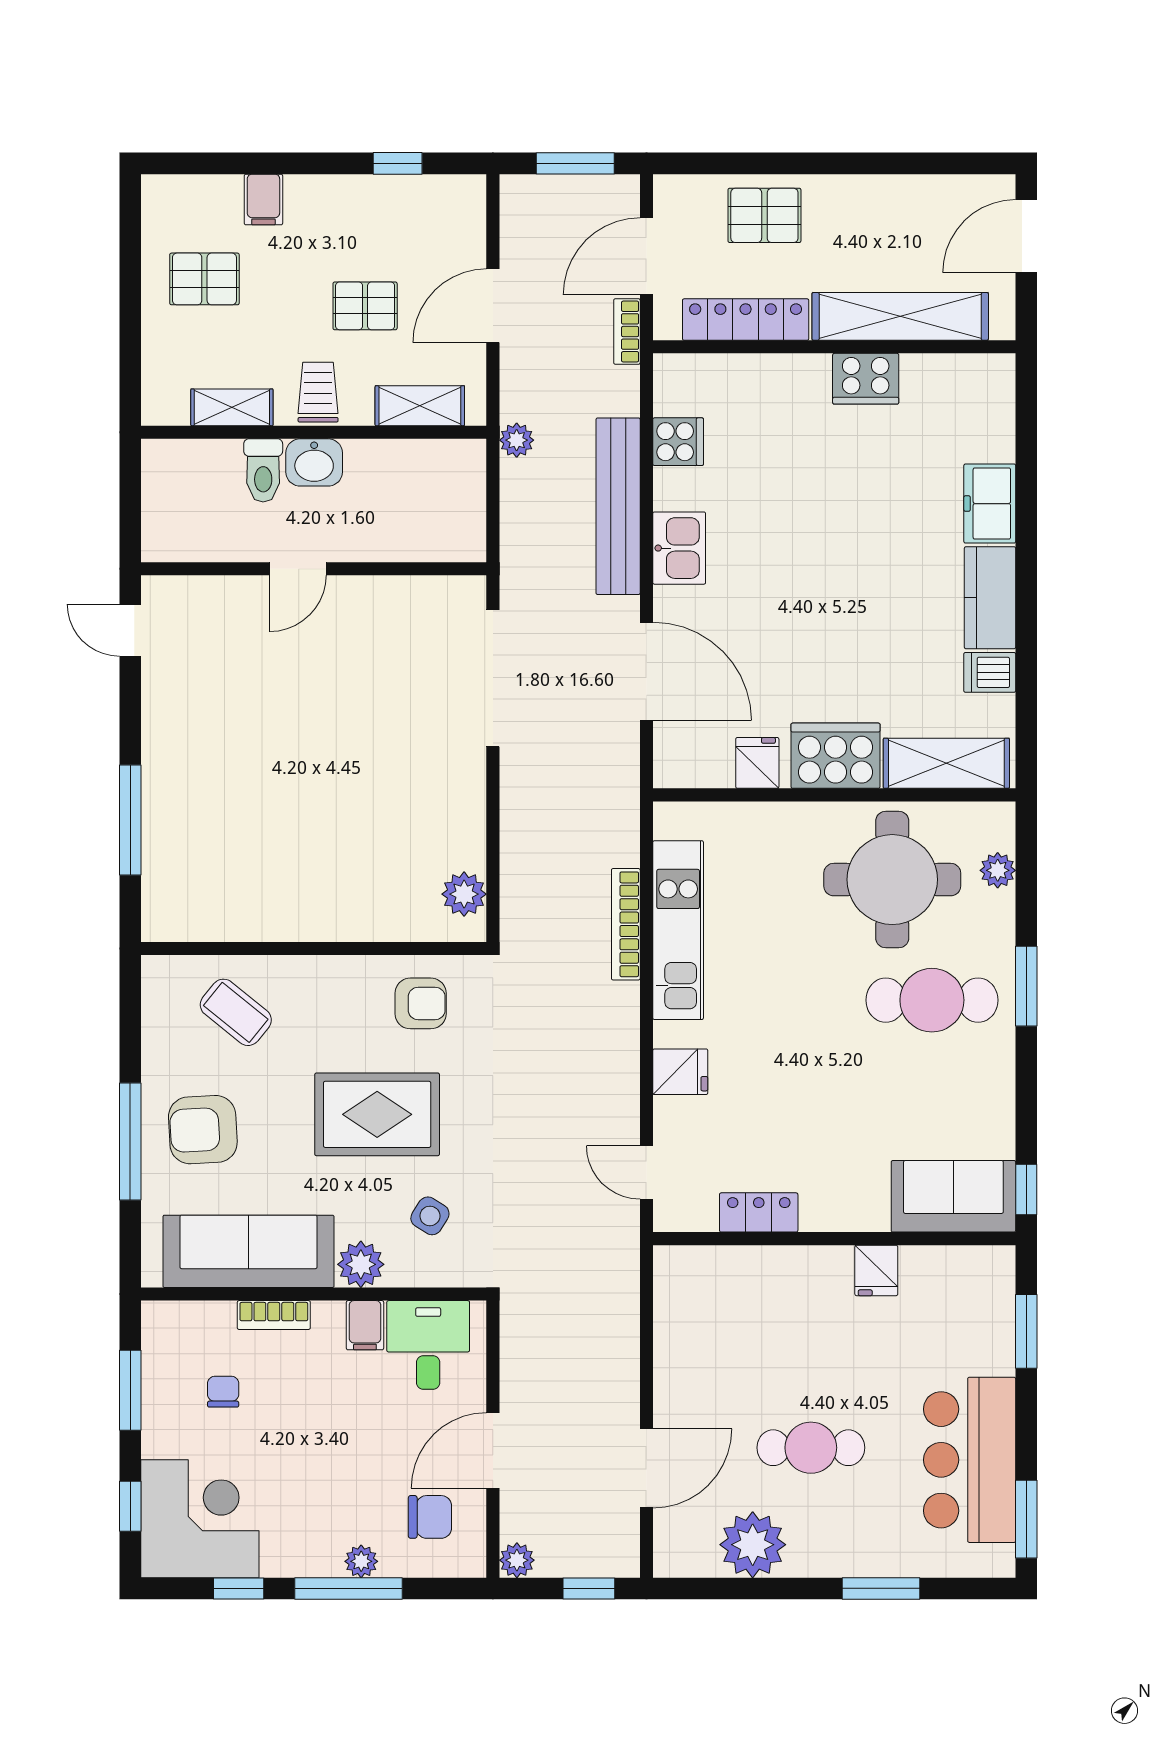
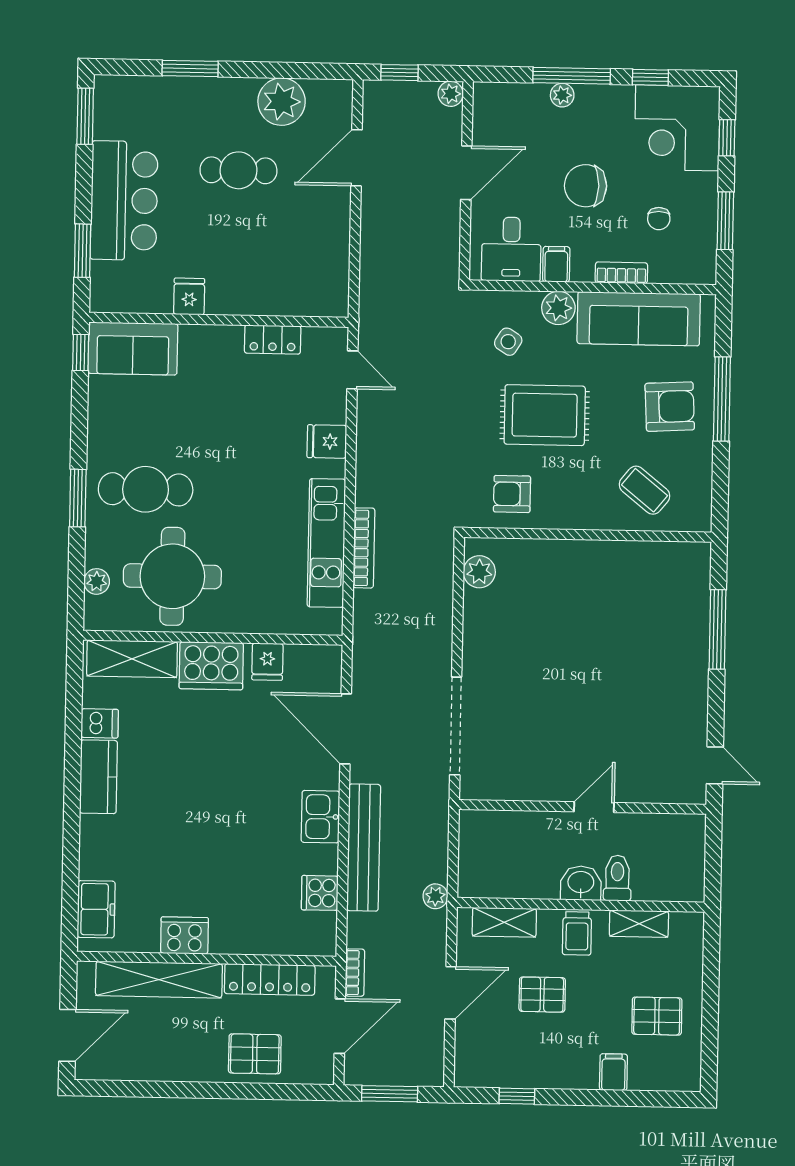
freezer: (990, 504) -> (96, 909), moved
bar counter: (970, 1460) -> (124, 201), moved
chair: (430, 1517) -> (586, 186), moved, width x1.37, depth x1.37

